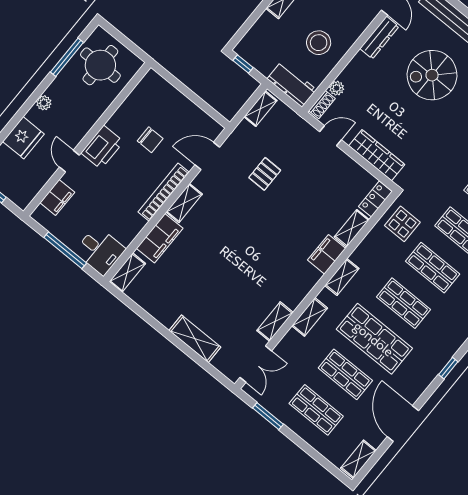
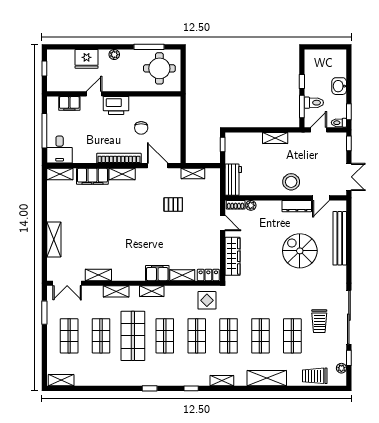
stool: (319, 43) -> (291, 182), moved
shelving: (260, 109) -> (193, 173), moved
door: (403, 424) -> (100, 388), removed

